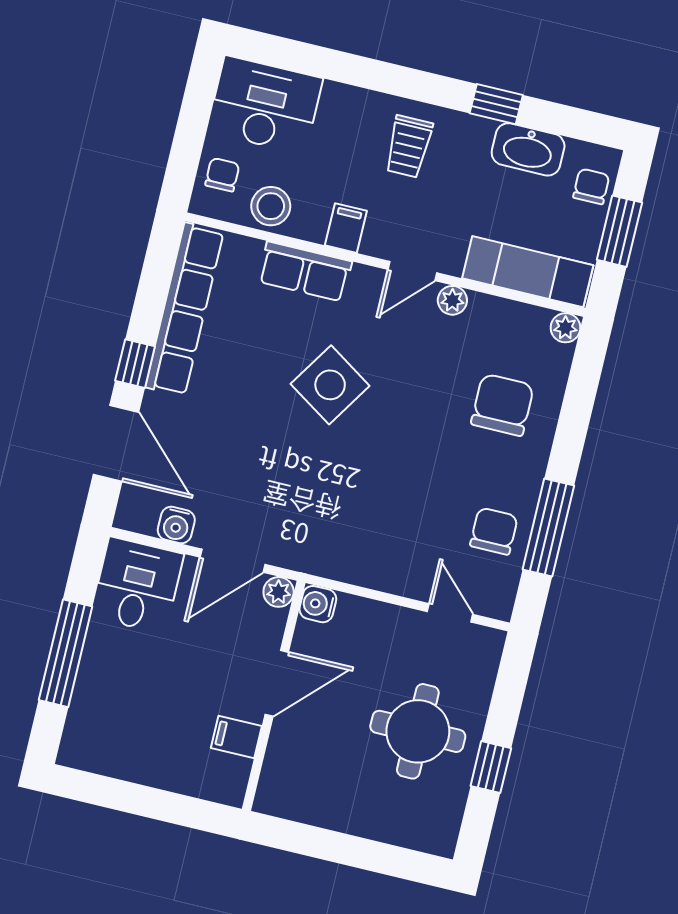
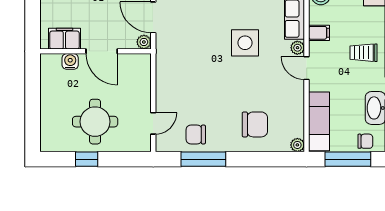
window: (619, 231) -> (348, 159), width x1.44
plant: (452, 300) -> (297, 48), moved
side table: (330, 385) -> (245, 43), turned -33
chair: (494, 531) -> (196, 135), turned 180
water cooler: (318, 604) -> (70, 61), moved
filing cabinet: (236, 737) -> (64, 39), width x2.00

